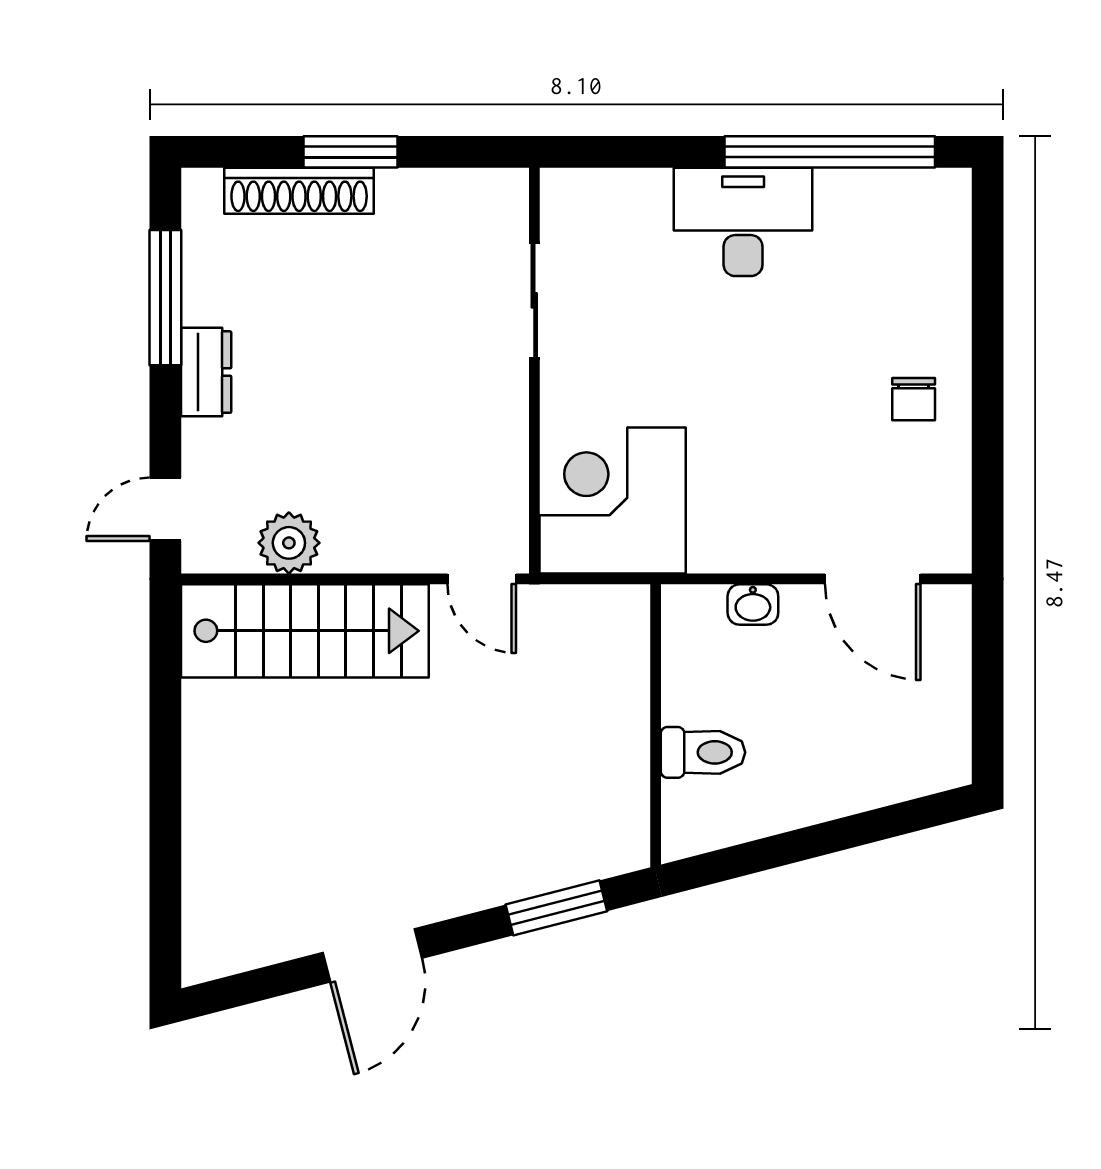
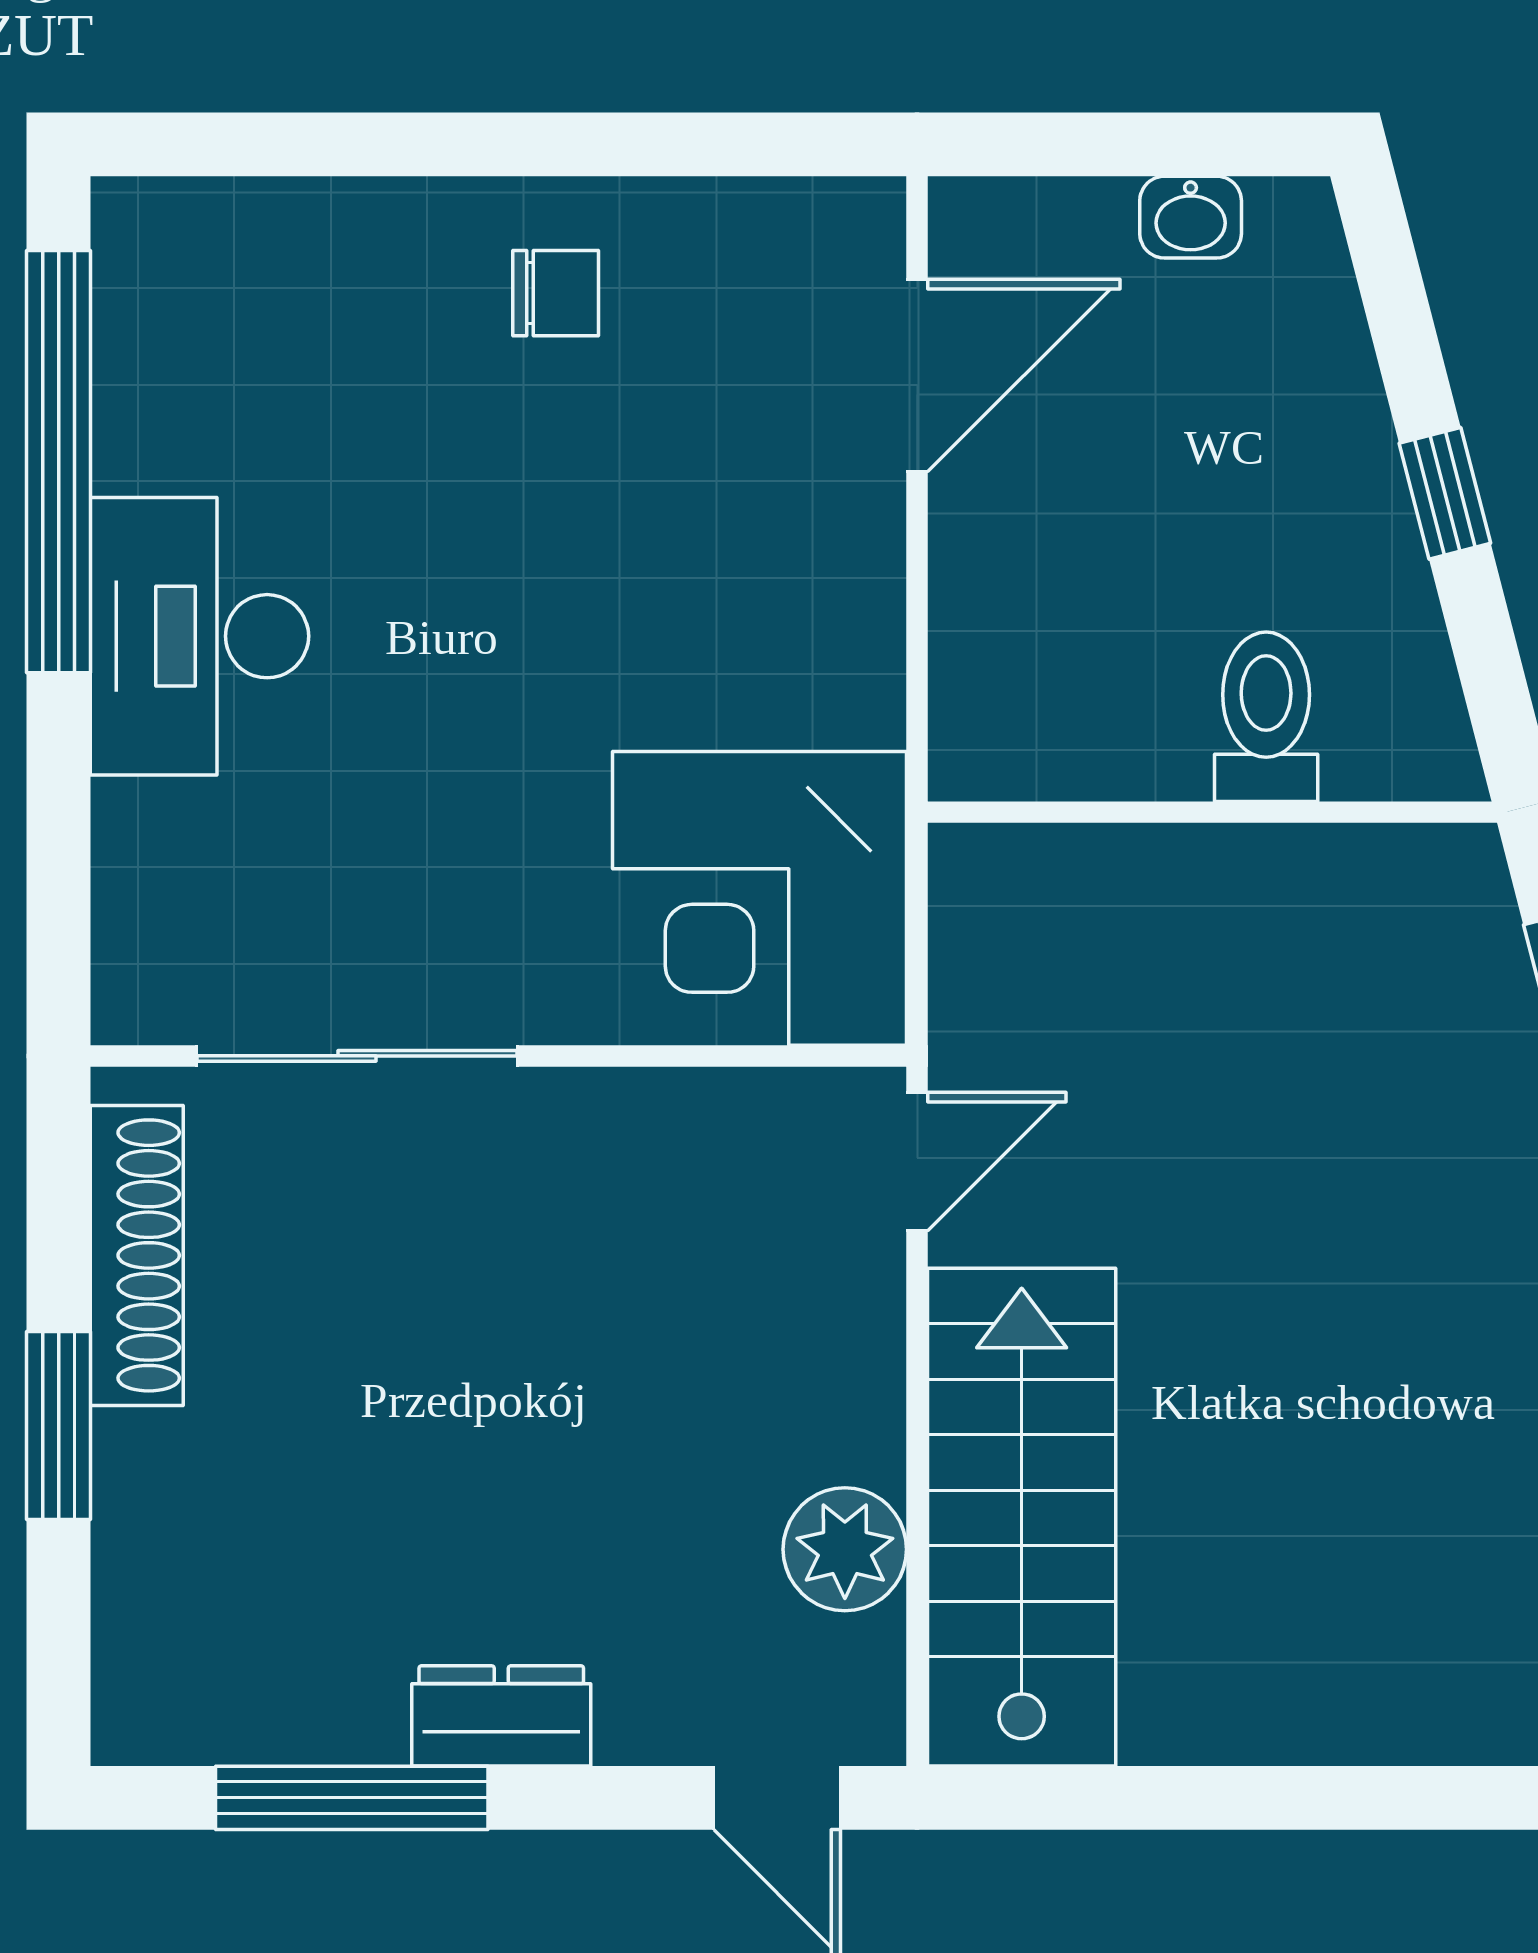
shoe rack: (299, 191) -> (137, 1255), moved
sliding door: (534, 300) -> (357, 1056), width x1.37
washbasin: (753, 604) -> (1191, 217), moved, turned 90
window: (814, 841) -> (1445, 493), added

